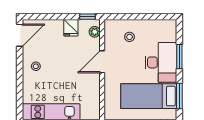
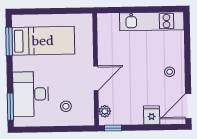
fridge: (71, 28) -> (152, 115), moved
window: (179, 57) -> (10, 107), moved
desk: (161, 62) -> (31, 94), moved

